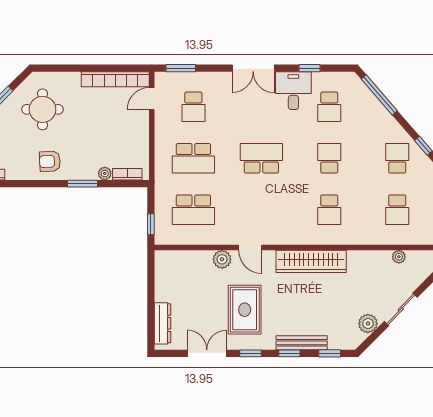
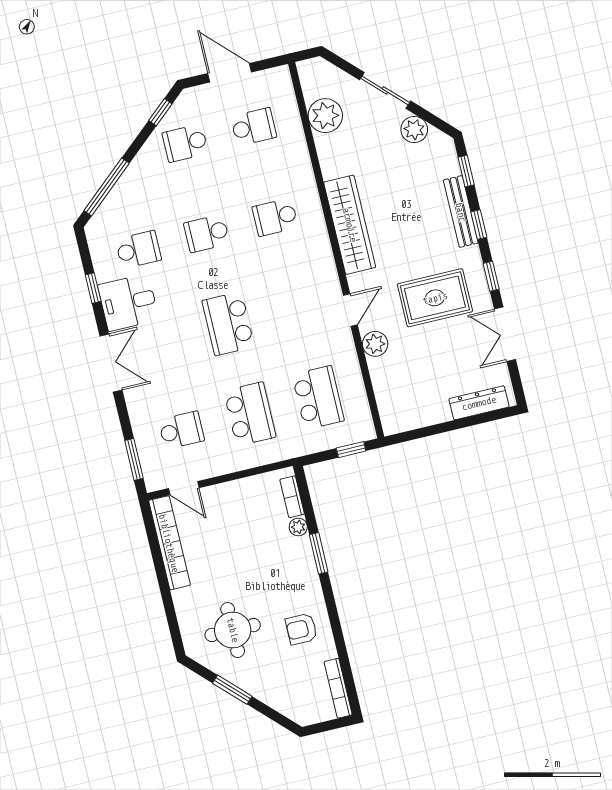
armchair: (50, 161) -> (301, 629), moved, turned 93
school desk: (329, 210) -> (275, 217), turned 180
plant: (399, 257) -> (325, 116), width x1.87, depth x1.87

